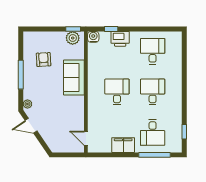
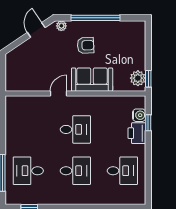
water cooler: (93, 37) -> (139, 115), moved
armchair: (44, 59) -> (86, 45), moved
window: (21, 75) -> (95, 18), width x1.46
door: (86, 138) -> (59, 94), moved
filing cabinet: (123, 145) -> (14, 137), removed

